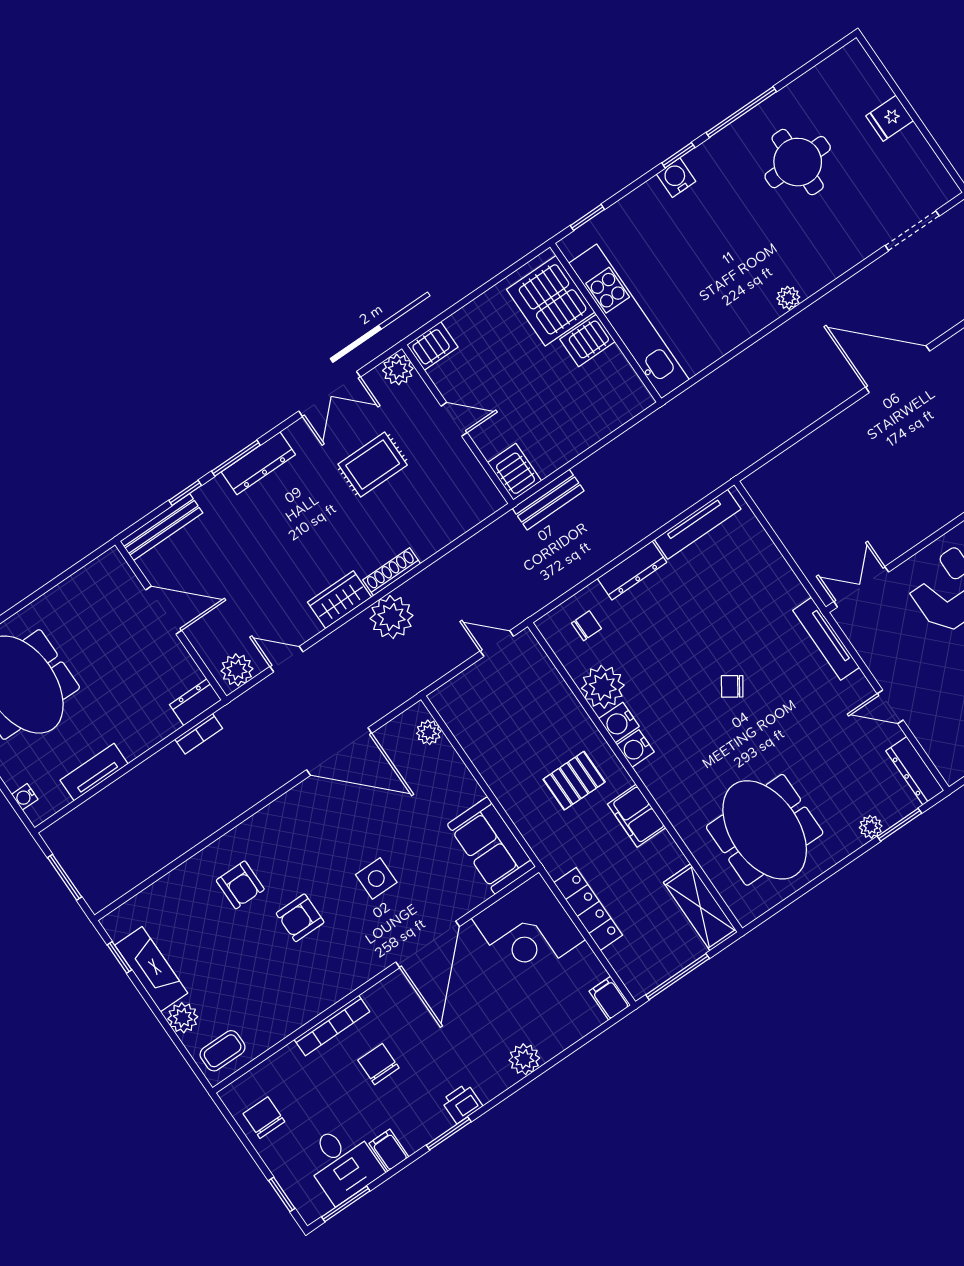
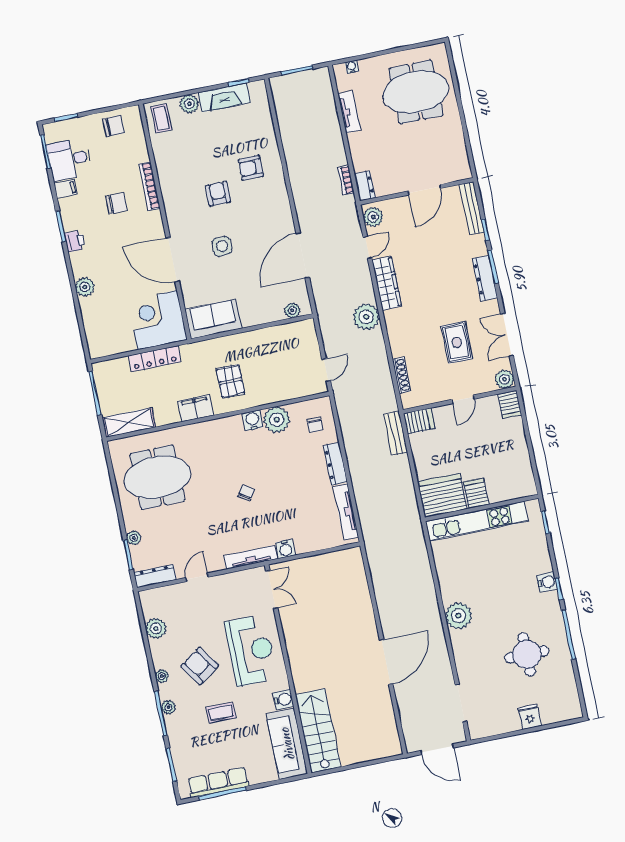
plant: (788, 298) -> (458, 616), width x1.88, depth x1.88
server rack: (551, 301) -> (443, 495), moved
shoe rack: (392, 572) -> (402, 375), moved
wardrobe: (339, 600) -> (387, 283), width x1.50
water cooler: (635, 748) -> (285, 549), moved, turned 180
filing cabinet: (610, 998) -> (99, 350), removed

